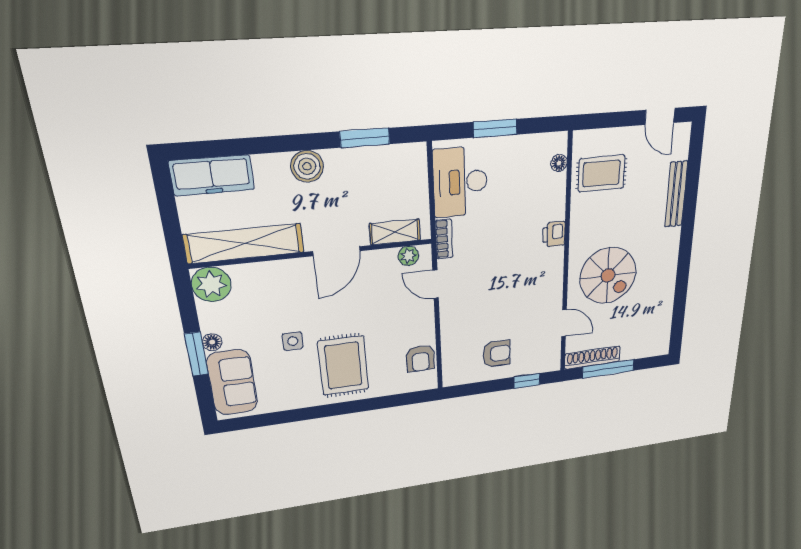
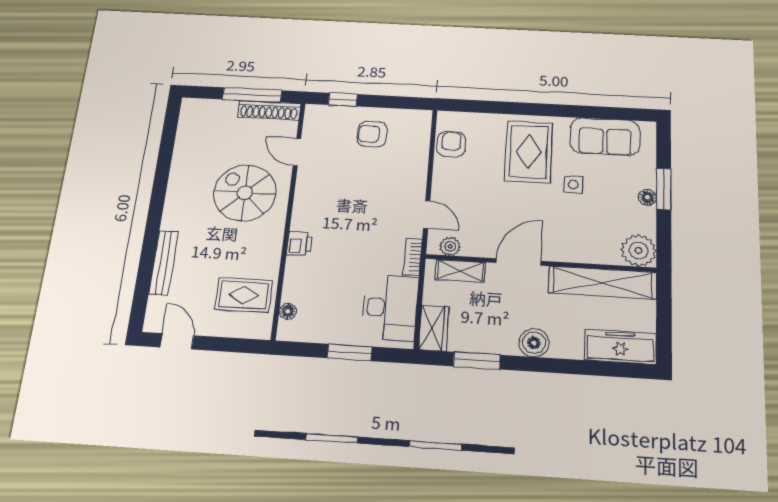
wardrobe: (414, 167) -> (434, 328), added
sofa: (232, 382) -> (605, 137), moved, turned -90

